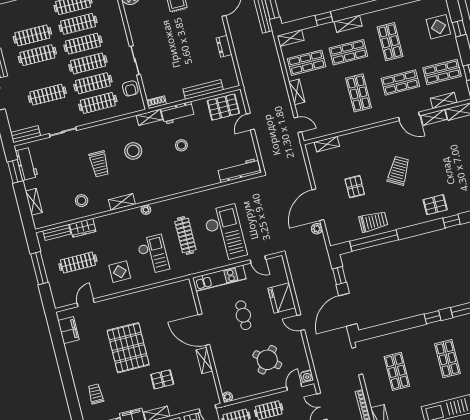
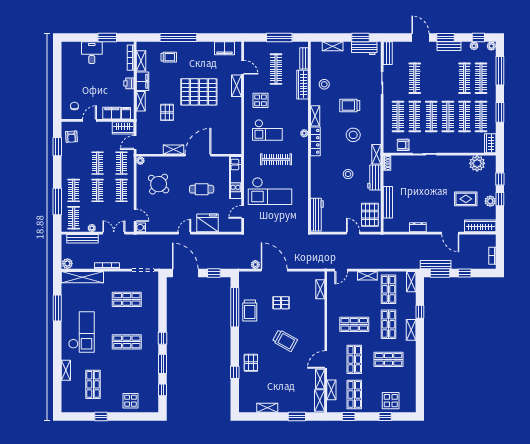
clothes rail: (37, 55) -> (481, 78), moved
locker: (152, 194) -> (315, 141), added
wardrobe: (83, 228) -> (302, 85), width x1.50
shelving: (110, 305) -> (237, 86), added
round table: (267, 360) -> (159, 184), moved
window: (70, 388) -> (178, 38), added

